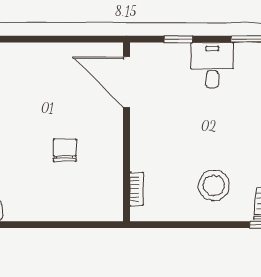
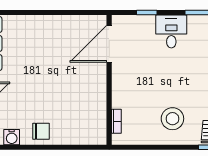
door: (126, 82) -> (109, 44), hinge flipped
chair: (65, 150) -> (41, 131), moved, turned 90

